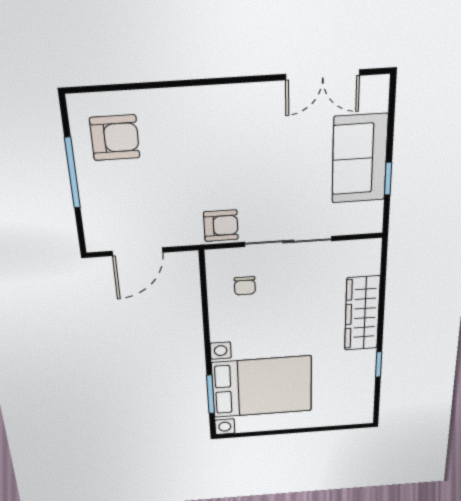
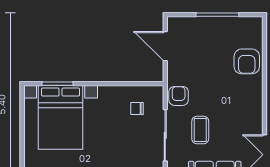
armchair: (115, 138) -> (247, 61), moved
coffee table: (279, 188) -> (200, 130), added
armchair: (221, 226) -> (179, 96), turned 180

